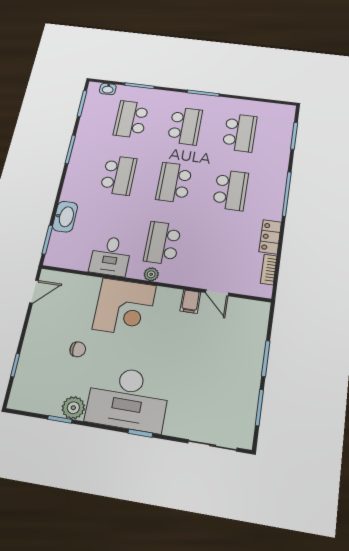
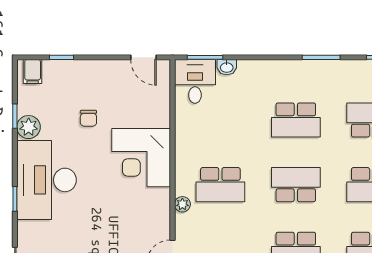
washbasin: (65, 217) -> (227, 67), width x0.52, depth x0.69
school desk: (162, 243) -> (220, 185), turned 180
desk: (111, 256) -> (195, 81), moved, turned 90
plant: (151, 274) -> (182, 204), moved
filing cabinet: (190, 302) -> (33, 71), moved, turned -90

